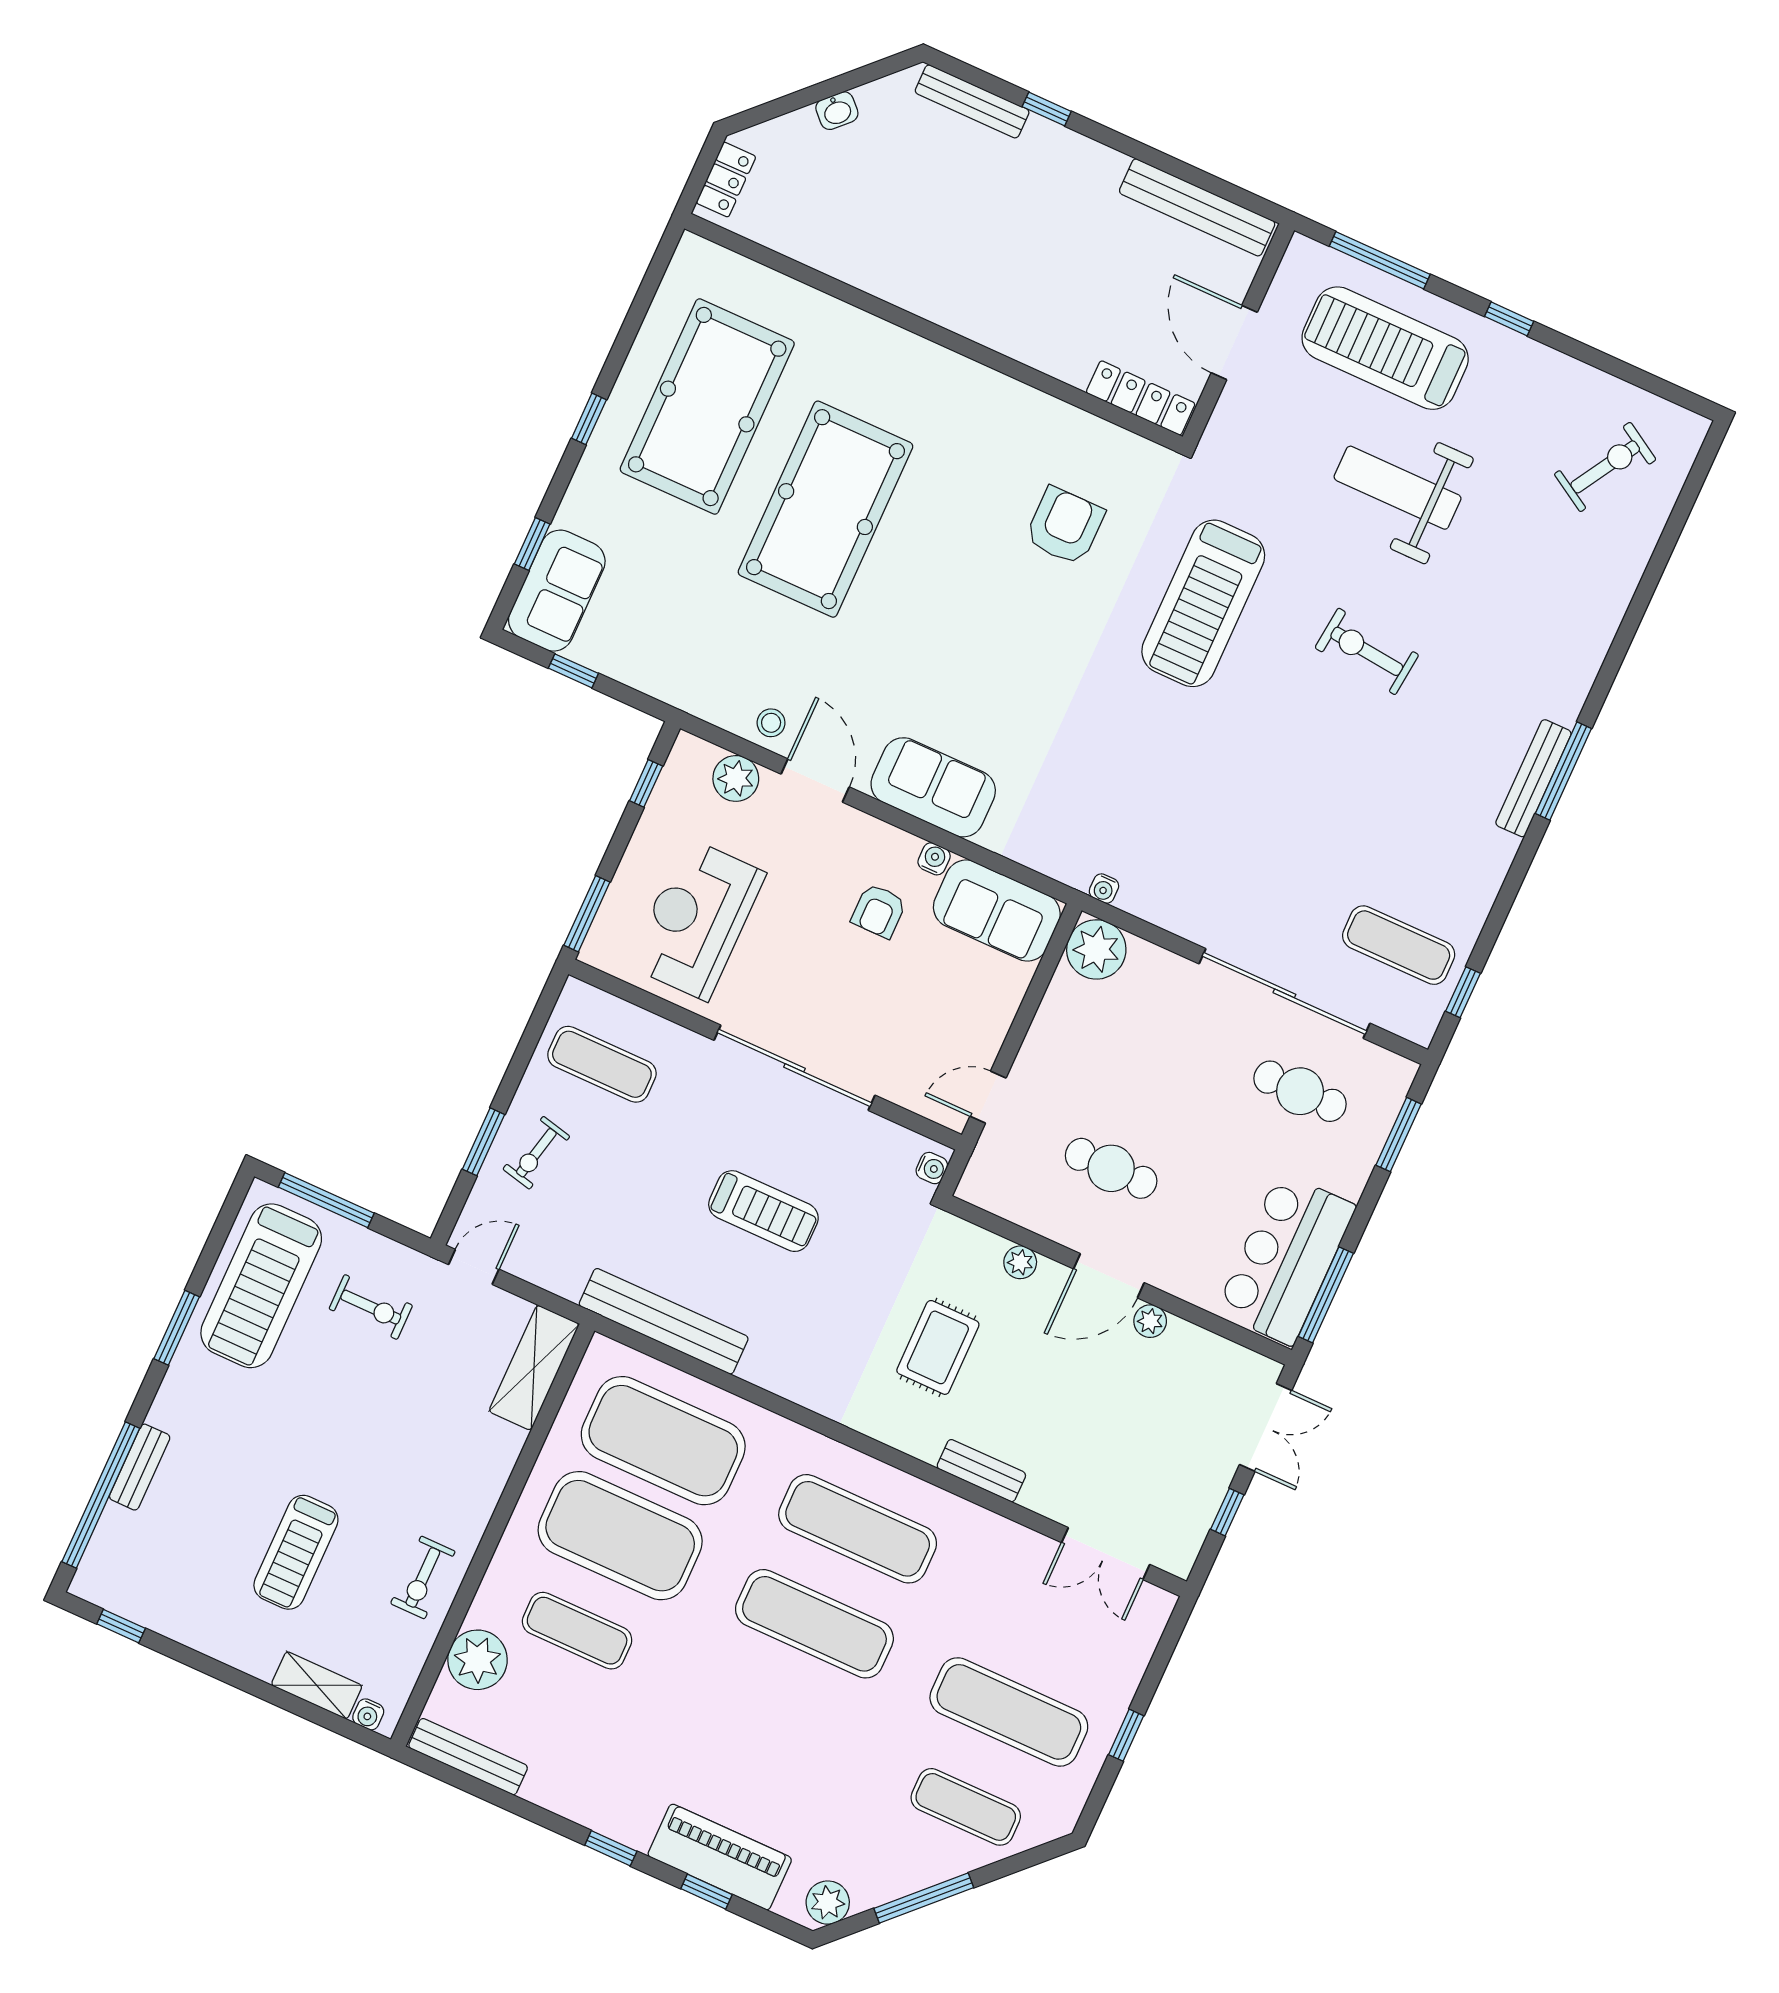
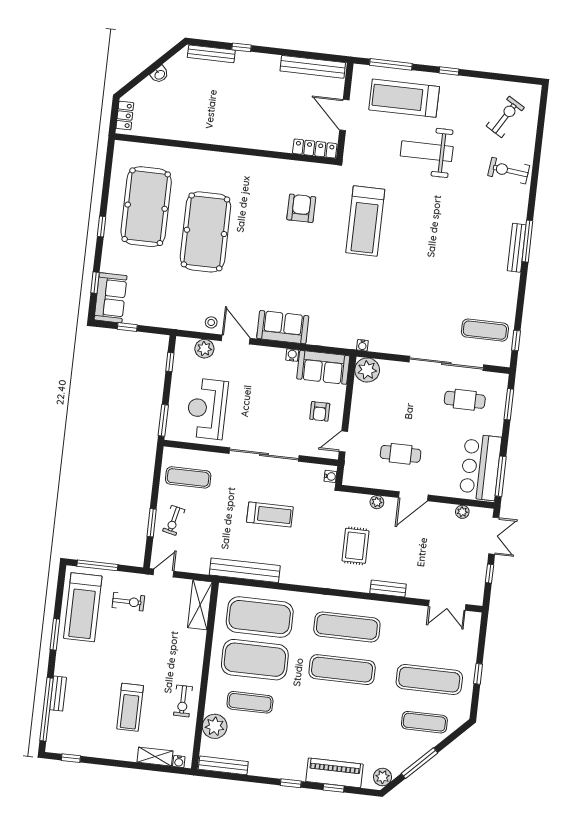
exercise bike: (1367, 651) -> (509, 171), moved
armchair: (879, 911) -> (320, 411), moved
plant: (1150, 1321) -> (462, 512), moved

